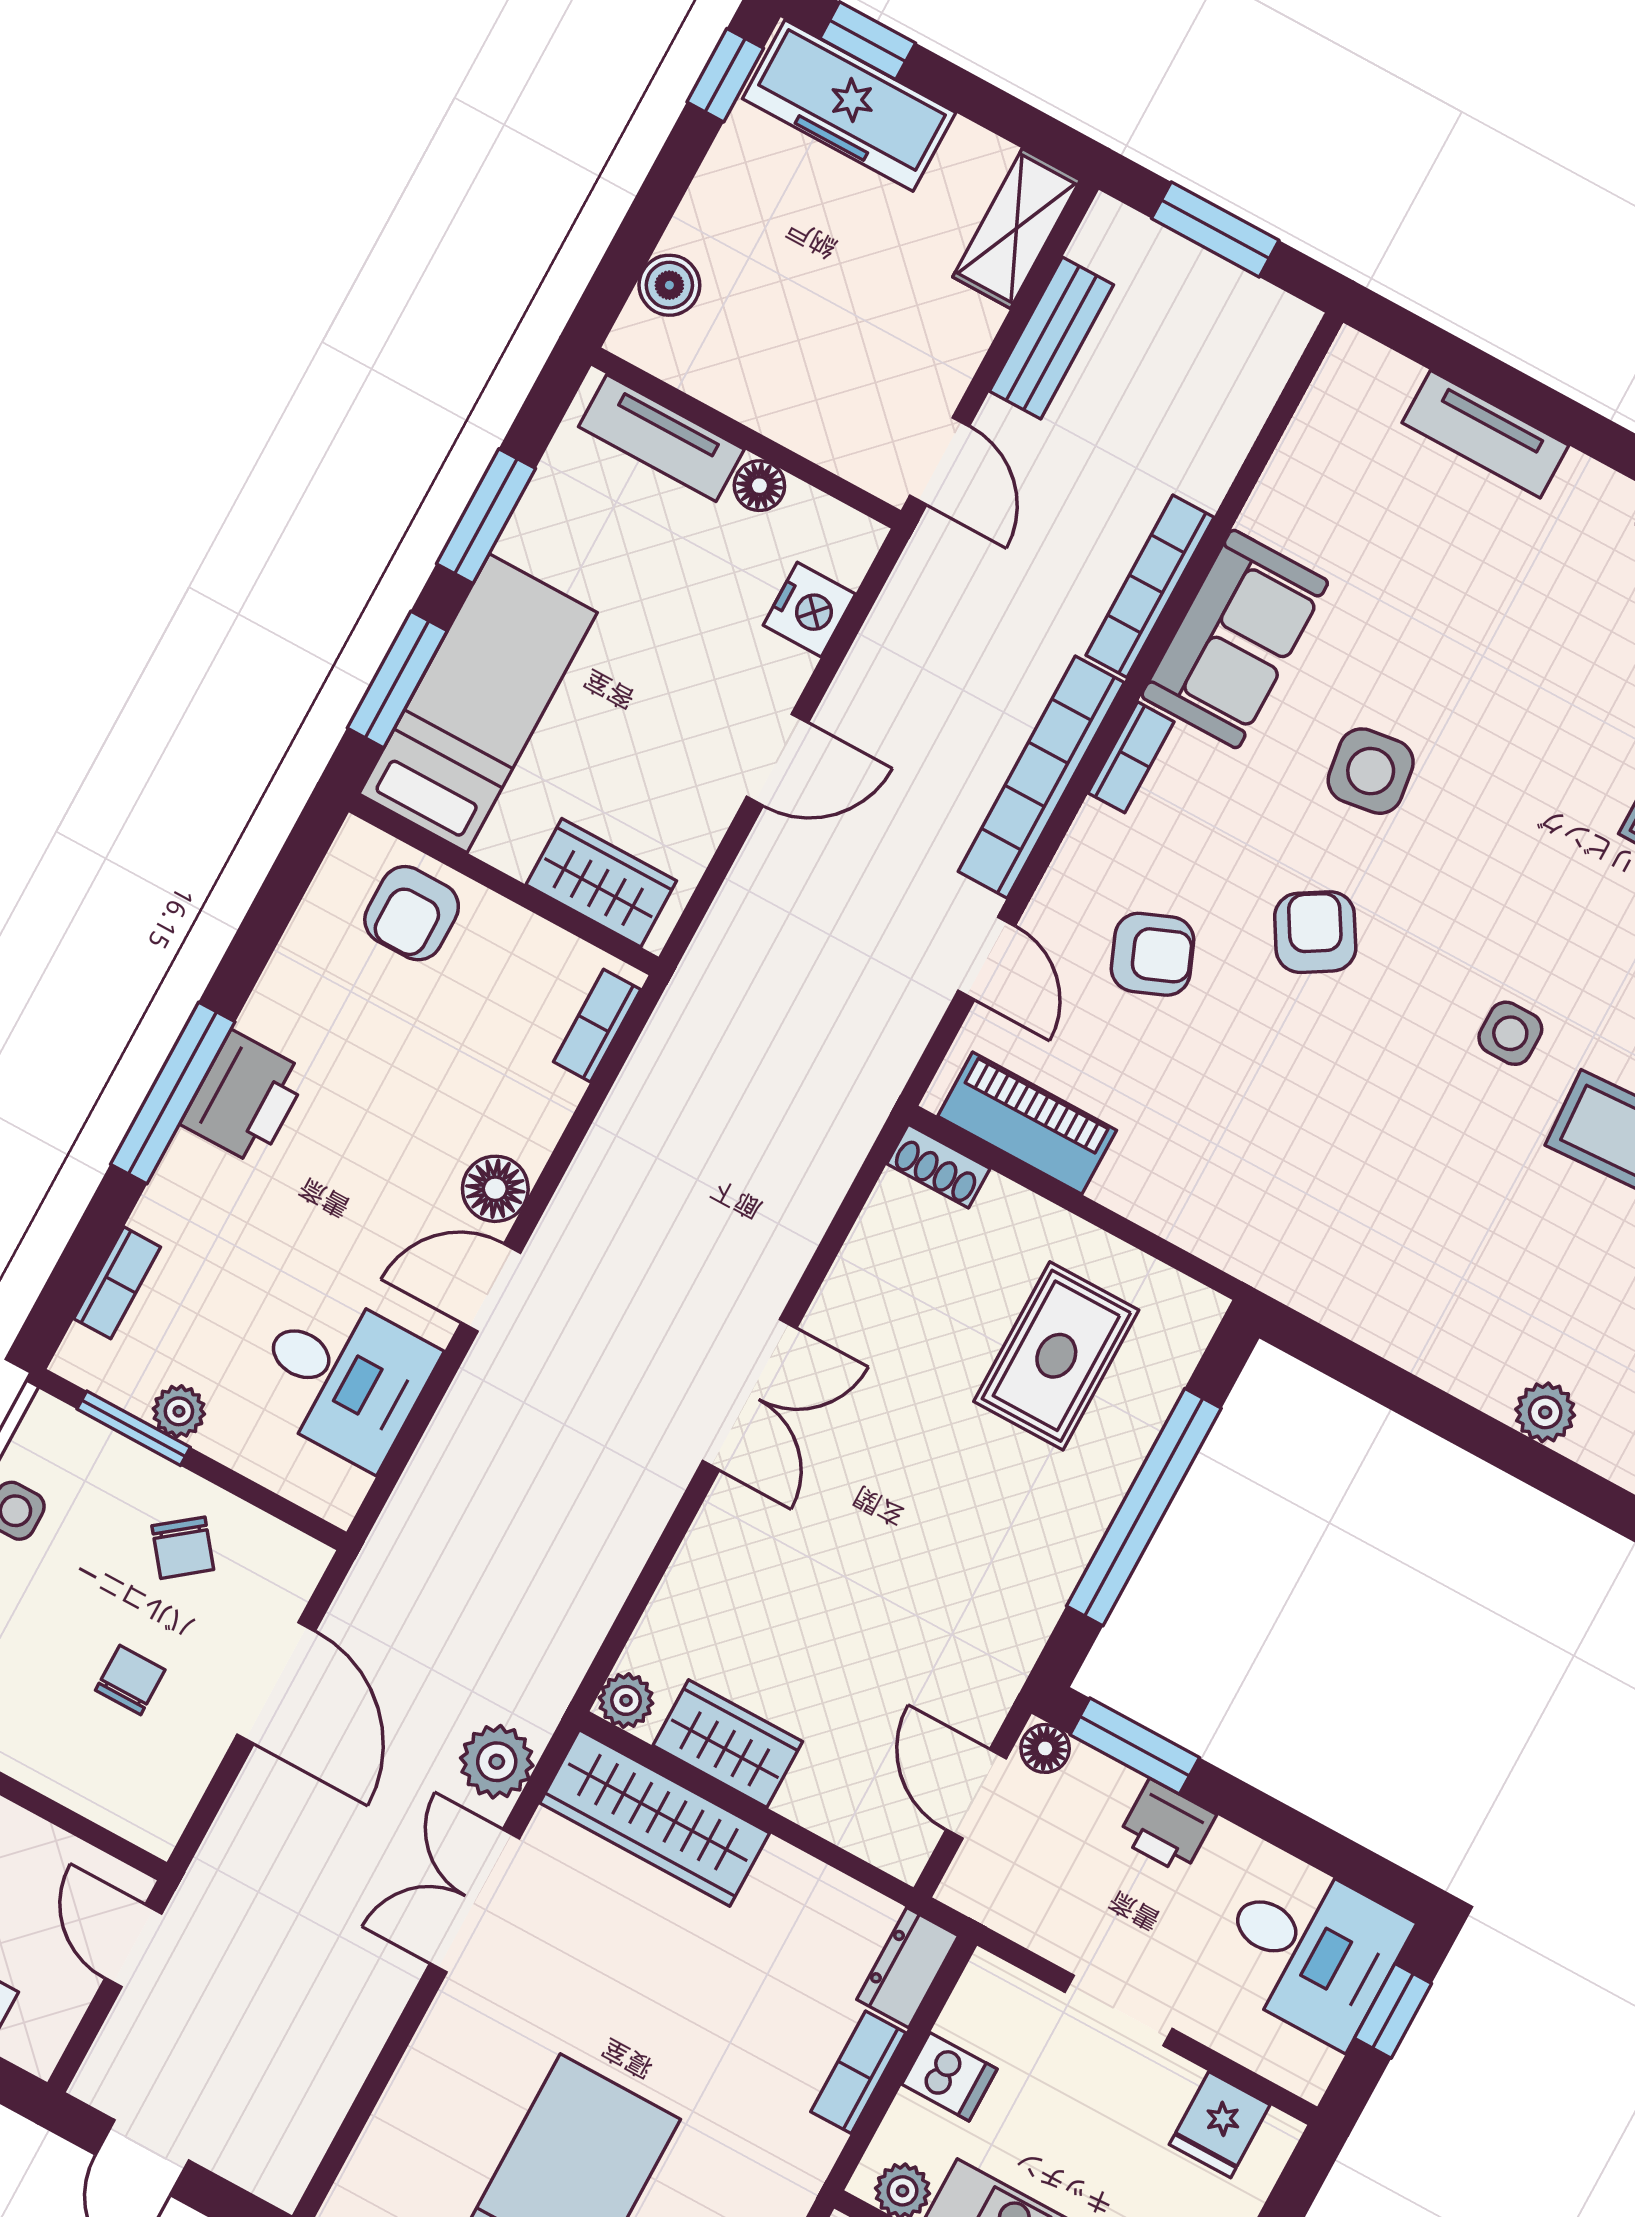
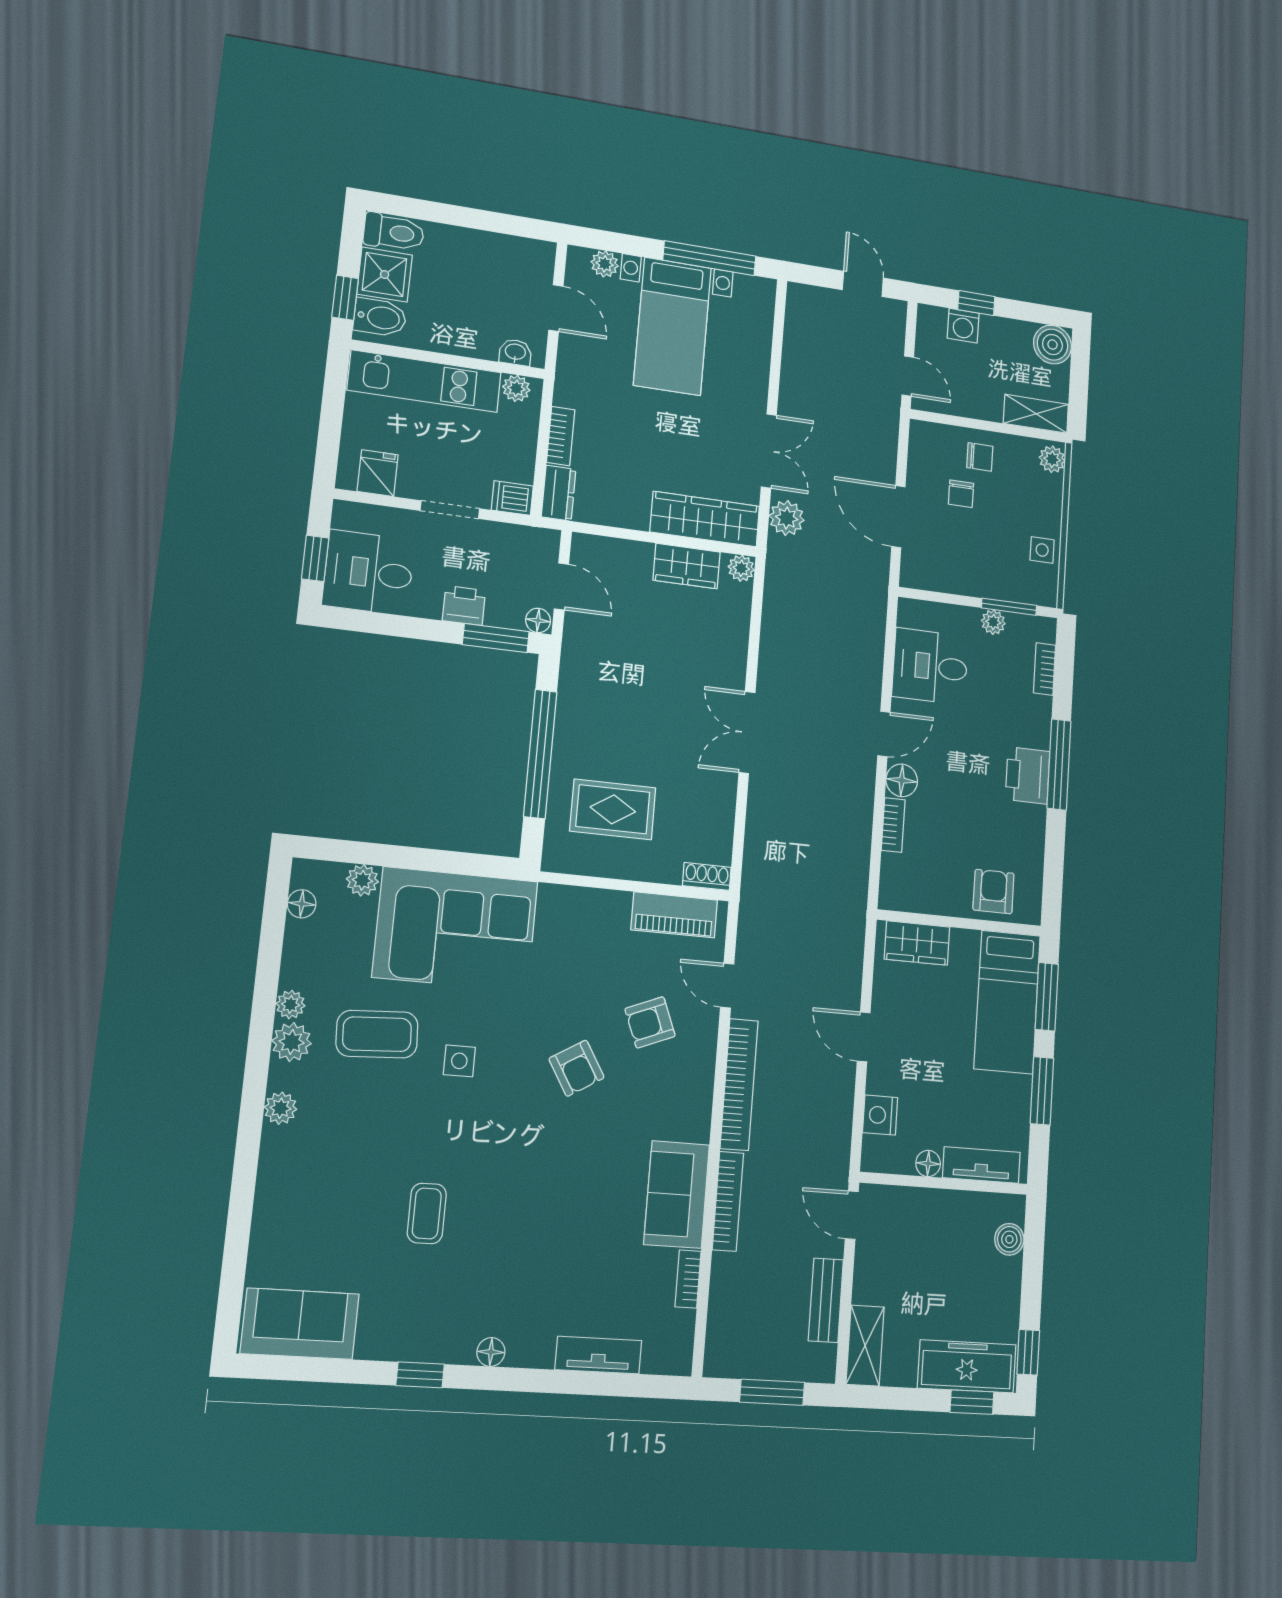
bookcase: (1131, 757) -> (688, 1279), moved
door: (777, 760) -> (864, 1037), hinge flipped
side table: (1371, 771) -> (583, 1160), removed
bookcase: (597, 1026) -> (893, 825), moved
corner sofa: (1422, 1261) -> (456, 929), added
rug: (1056, 1356) -> (613, 809), turned 90
chair: (183, 1548) -> (980, 457), moved, turned 128
dishwasher: (949, 2077) -> (512, 498), moved

